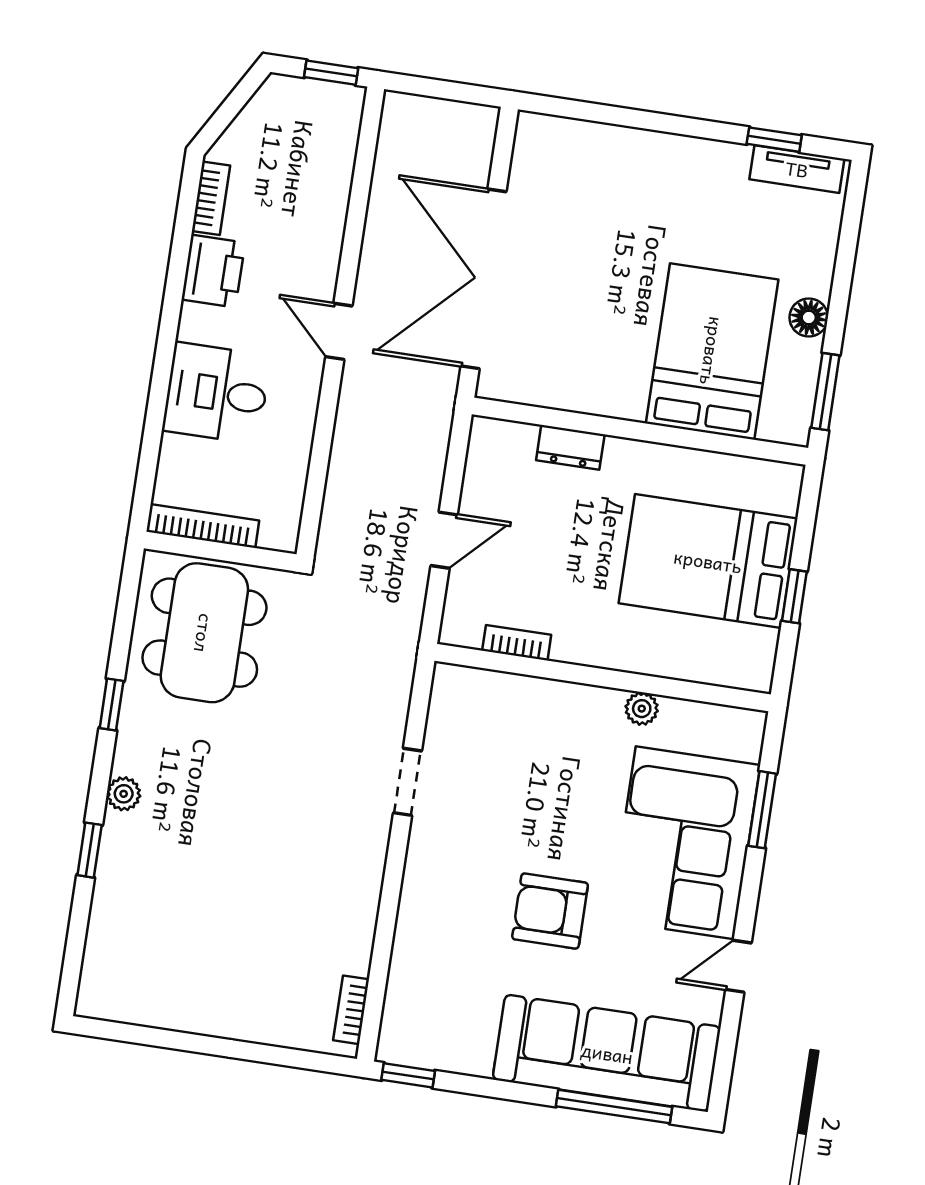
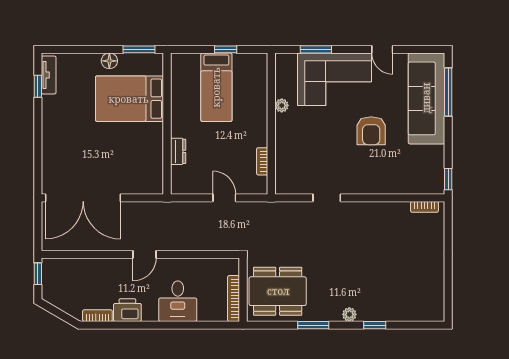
double door: (484, 279) -> (83, 198), moved
bed: (708, 561) -> (216, 87), width x0.67
window: (112, 705) -> (313, 325), width x1.50

